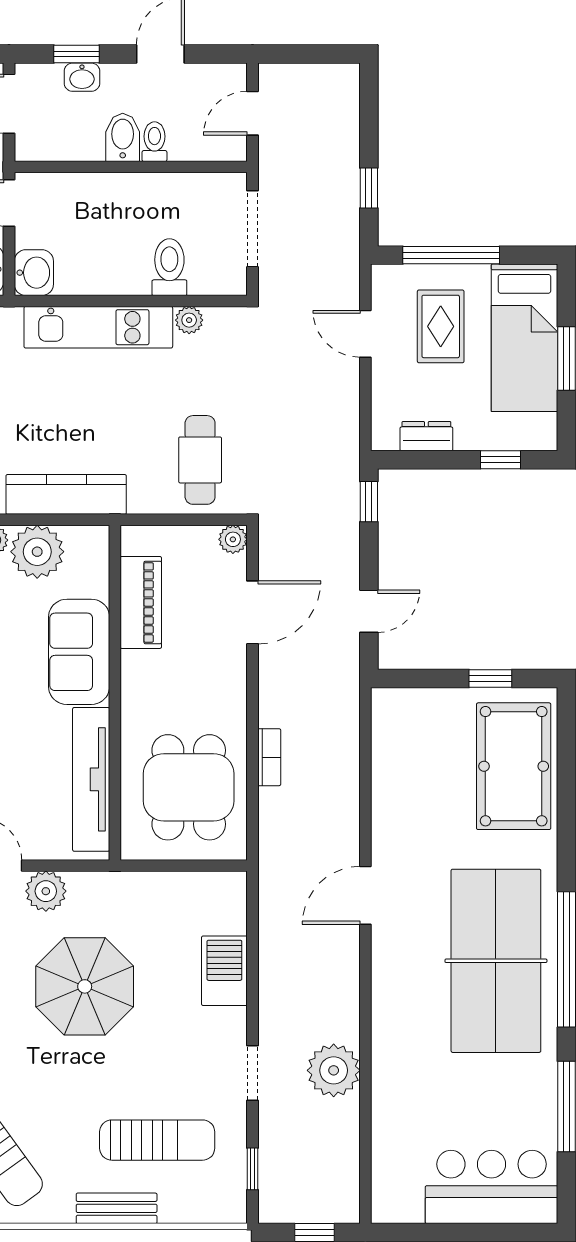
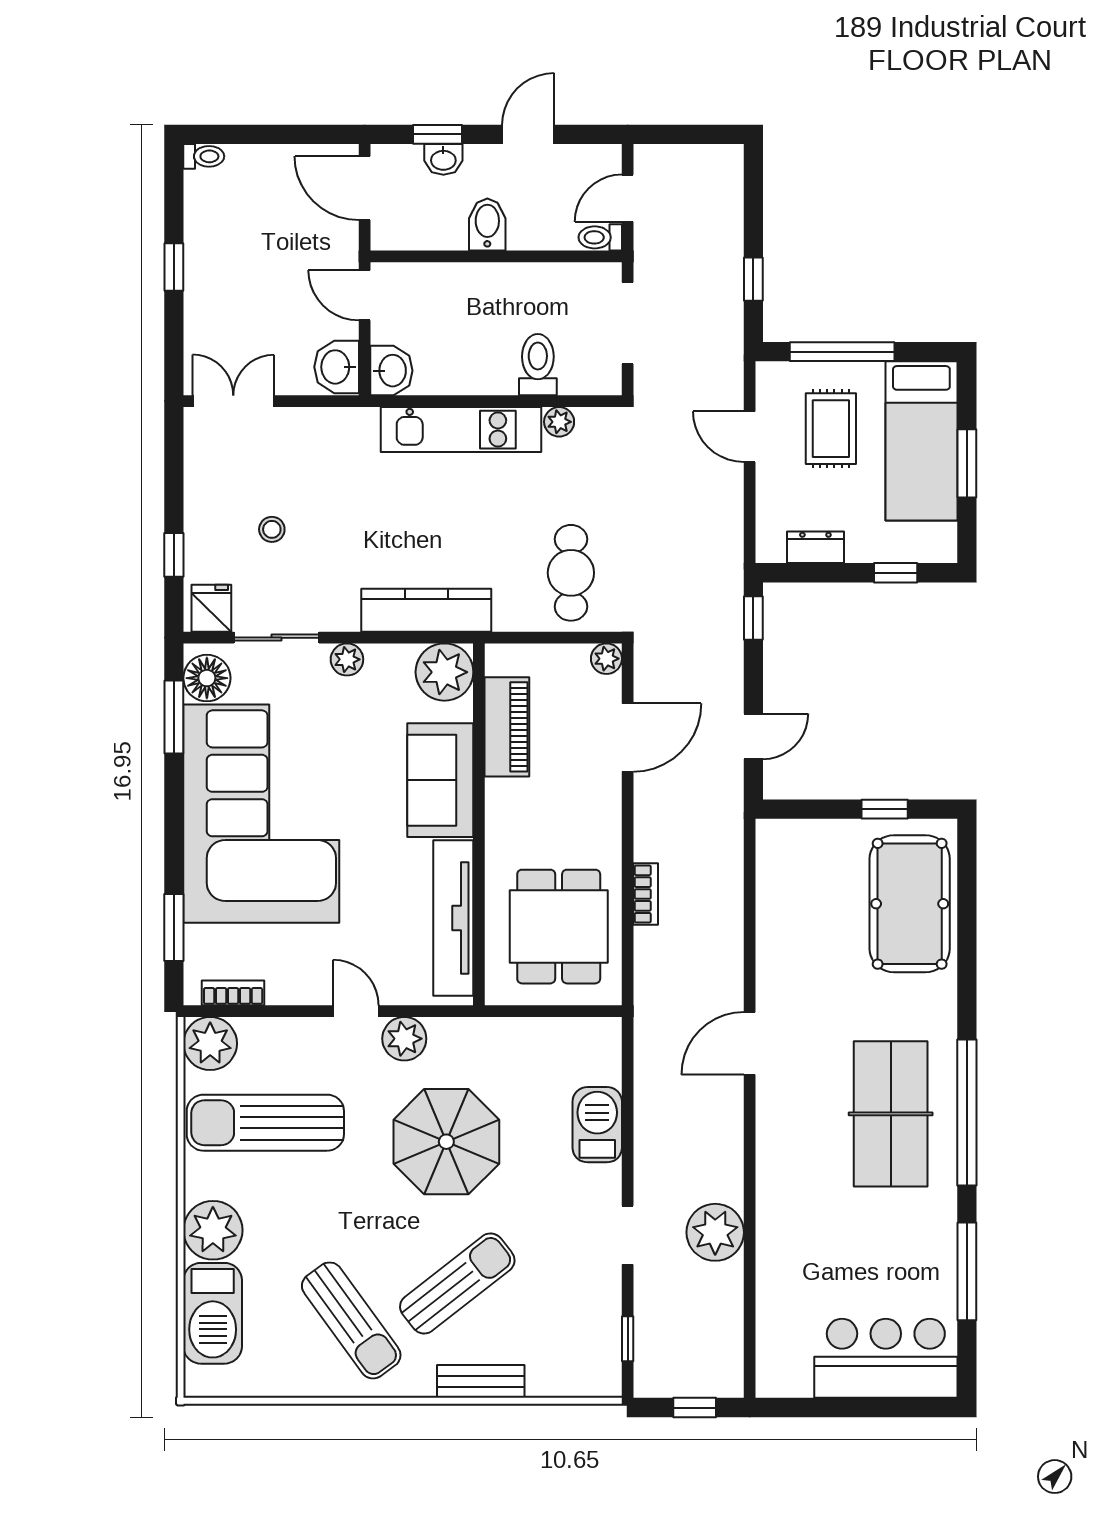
toilet: (154, 142) -> (600, 237), moved, turned -90
plant: (37, 552) -> (444, 672), moved
table tennis table: (496, 961) -> (891, 1114), width x0.73, depth x0.76
sun lounger: (157, 1140) -> (457, 1284), moved, turned -38

